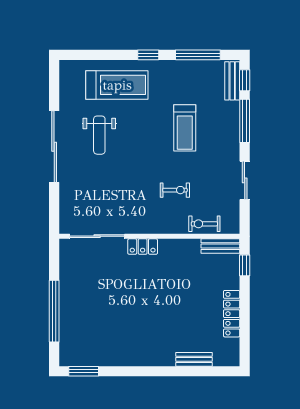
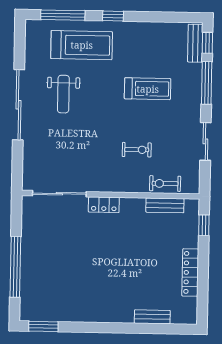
window: (198, 55) -> (63, 15), moved
treadmill: (185, 128) -> (148, 89), turned -90
bench: (220, 246) -> (165, 205), moved

